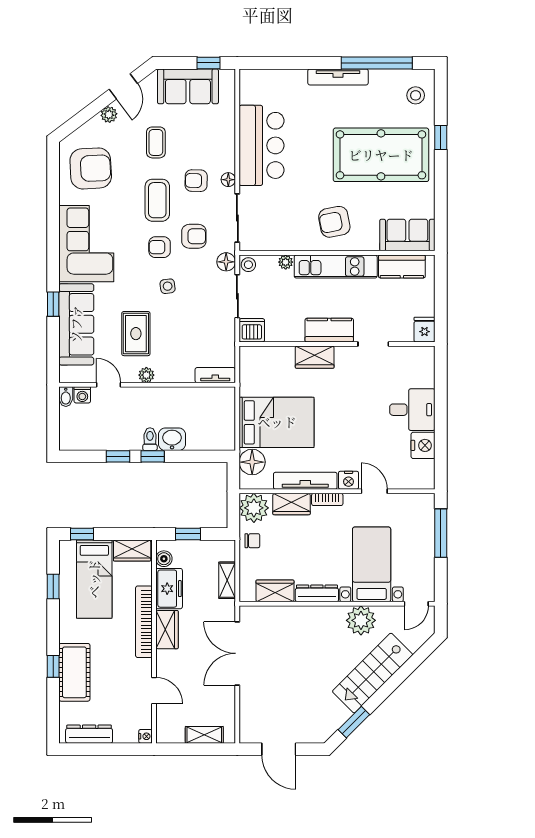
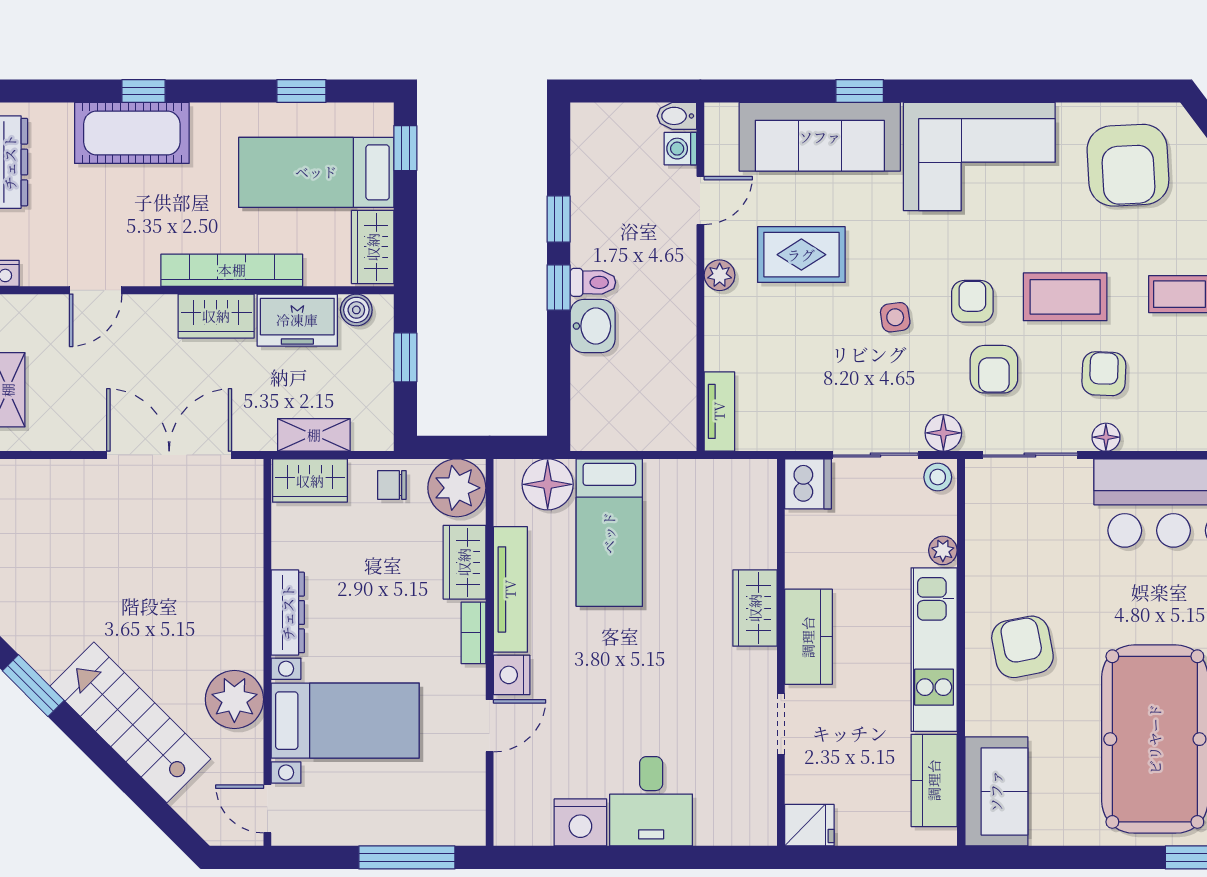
bed: (277, 422) -> (609, 533), width x0.67
chair: (252, 541) -> (392, 485), turned 90
wardrobe: (275, 591) -> (310, 481), moved, turned 90

